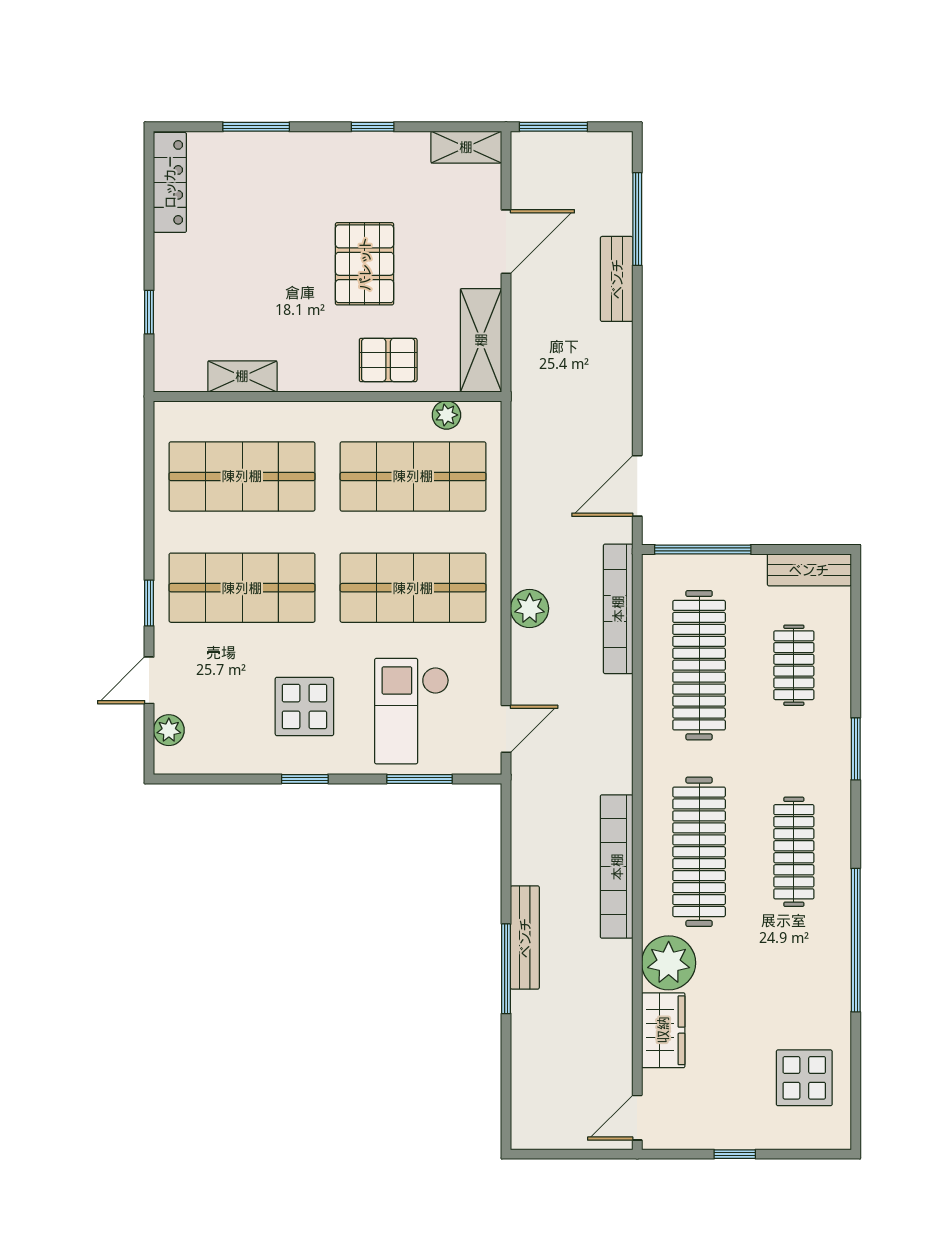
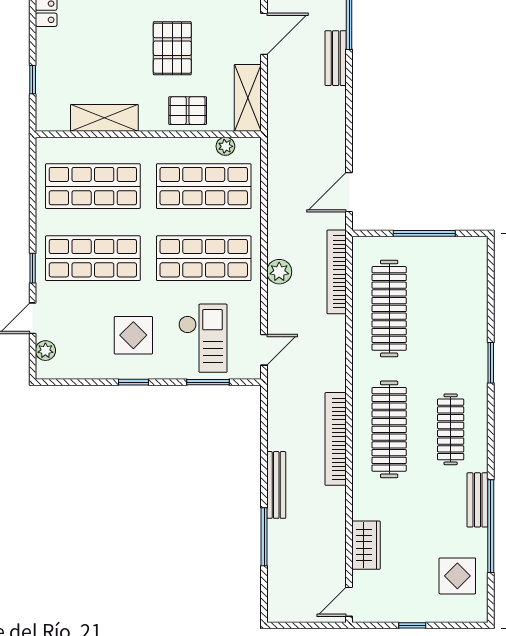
shelving: (242, 376) -> (104, 118), width x1.50, depth x1.33
window: (703, 549) -> (424, 233), moved
bench: (809, 570) -> (477, 500), moved, turned 90
clothes rail: (794, 665) -> (451, 308), removed
checkout: (412, 711) -> (203, 338), turned 180
window: (856, 940) -> (491, 526), moved
plant: (669, 963) -> (369, 501), removed
window: (506, 969) -> (264, 537), moved

